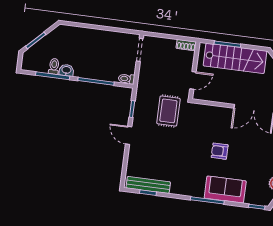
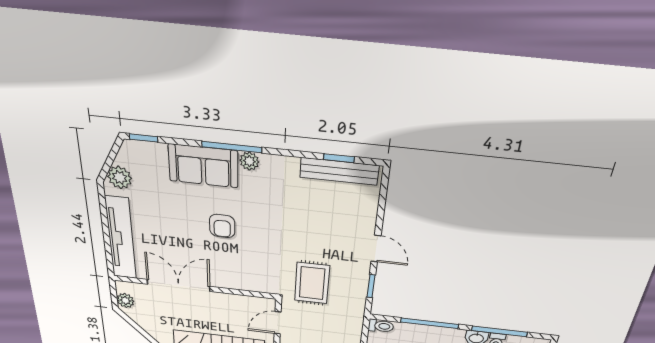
armchair: (220, 151) -> (222, 226), turned 90
plant: (198, 192) -> (249, 161), added

